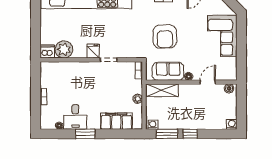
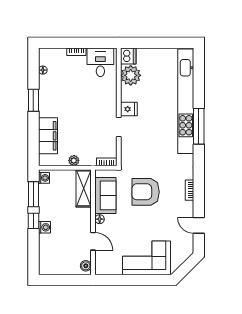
desk: (75, 117) -> (100, 62), moved, turned 90
washing machine: (232, 124) -> (44, 227), moved

